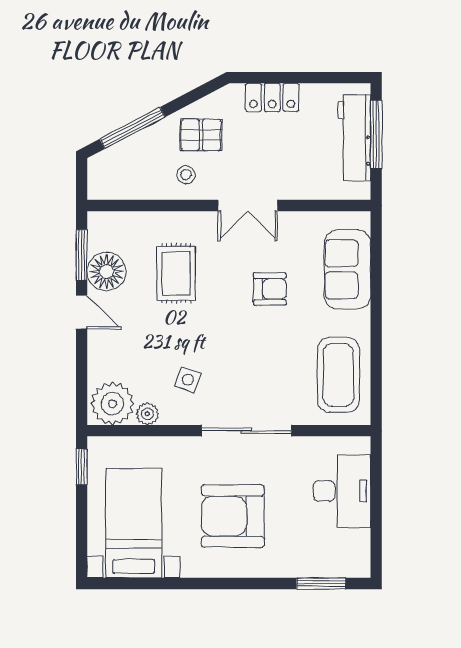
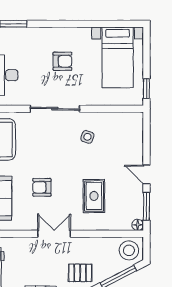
stool: (186, 175) -> (129, 250), moved, width x1.89, depth x1.89
floor lamp: (107, 271) -> (138, 225), moved, width x0.53, depth x0.53
plant: (112, 404) -> (129, 124), removed
plant: (147, 414) -> (110, 118), removed
armchair: (233, 516) -> (62, 61), width x0.53, depth x0.53

